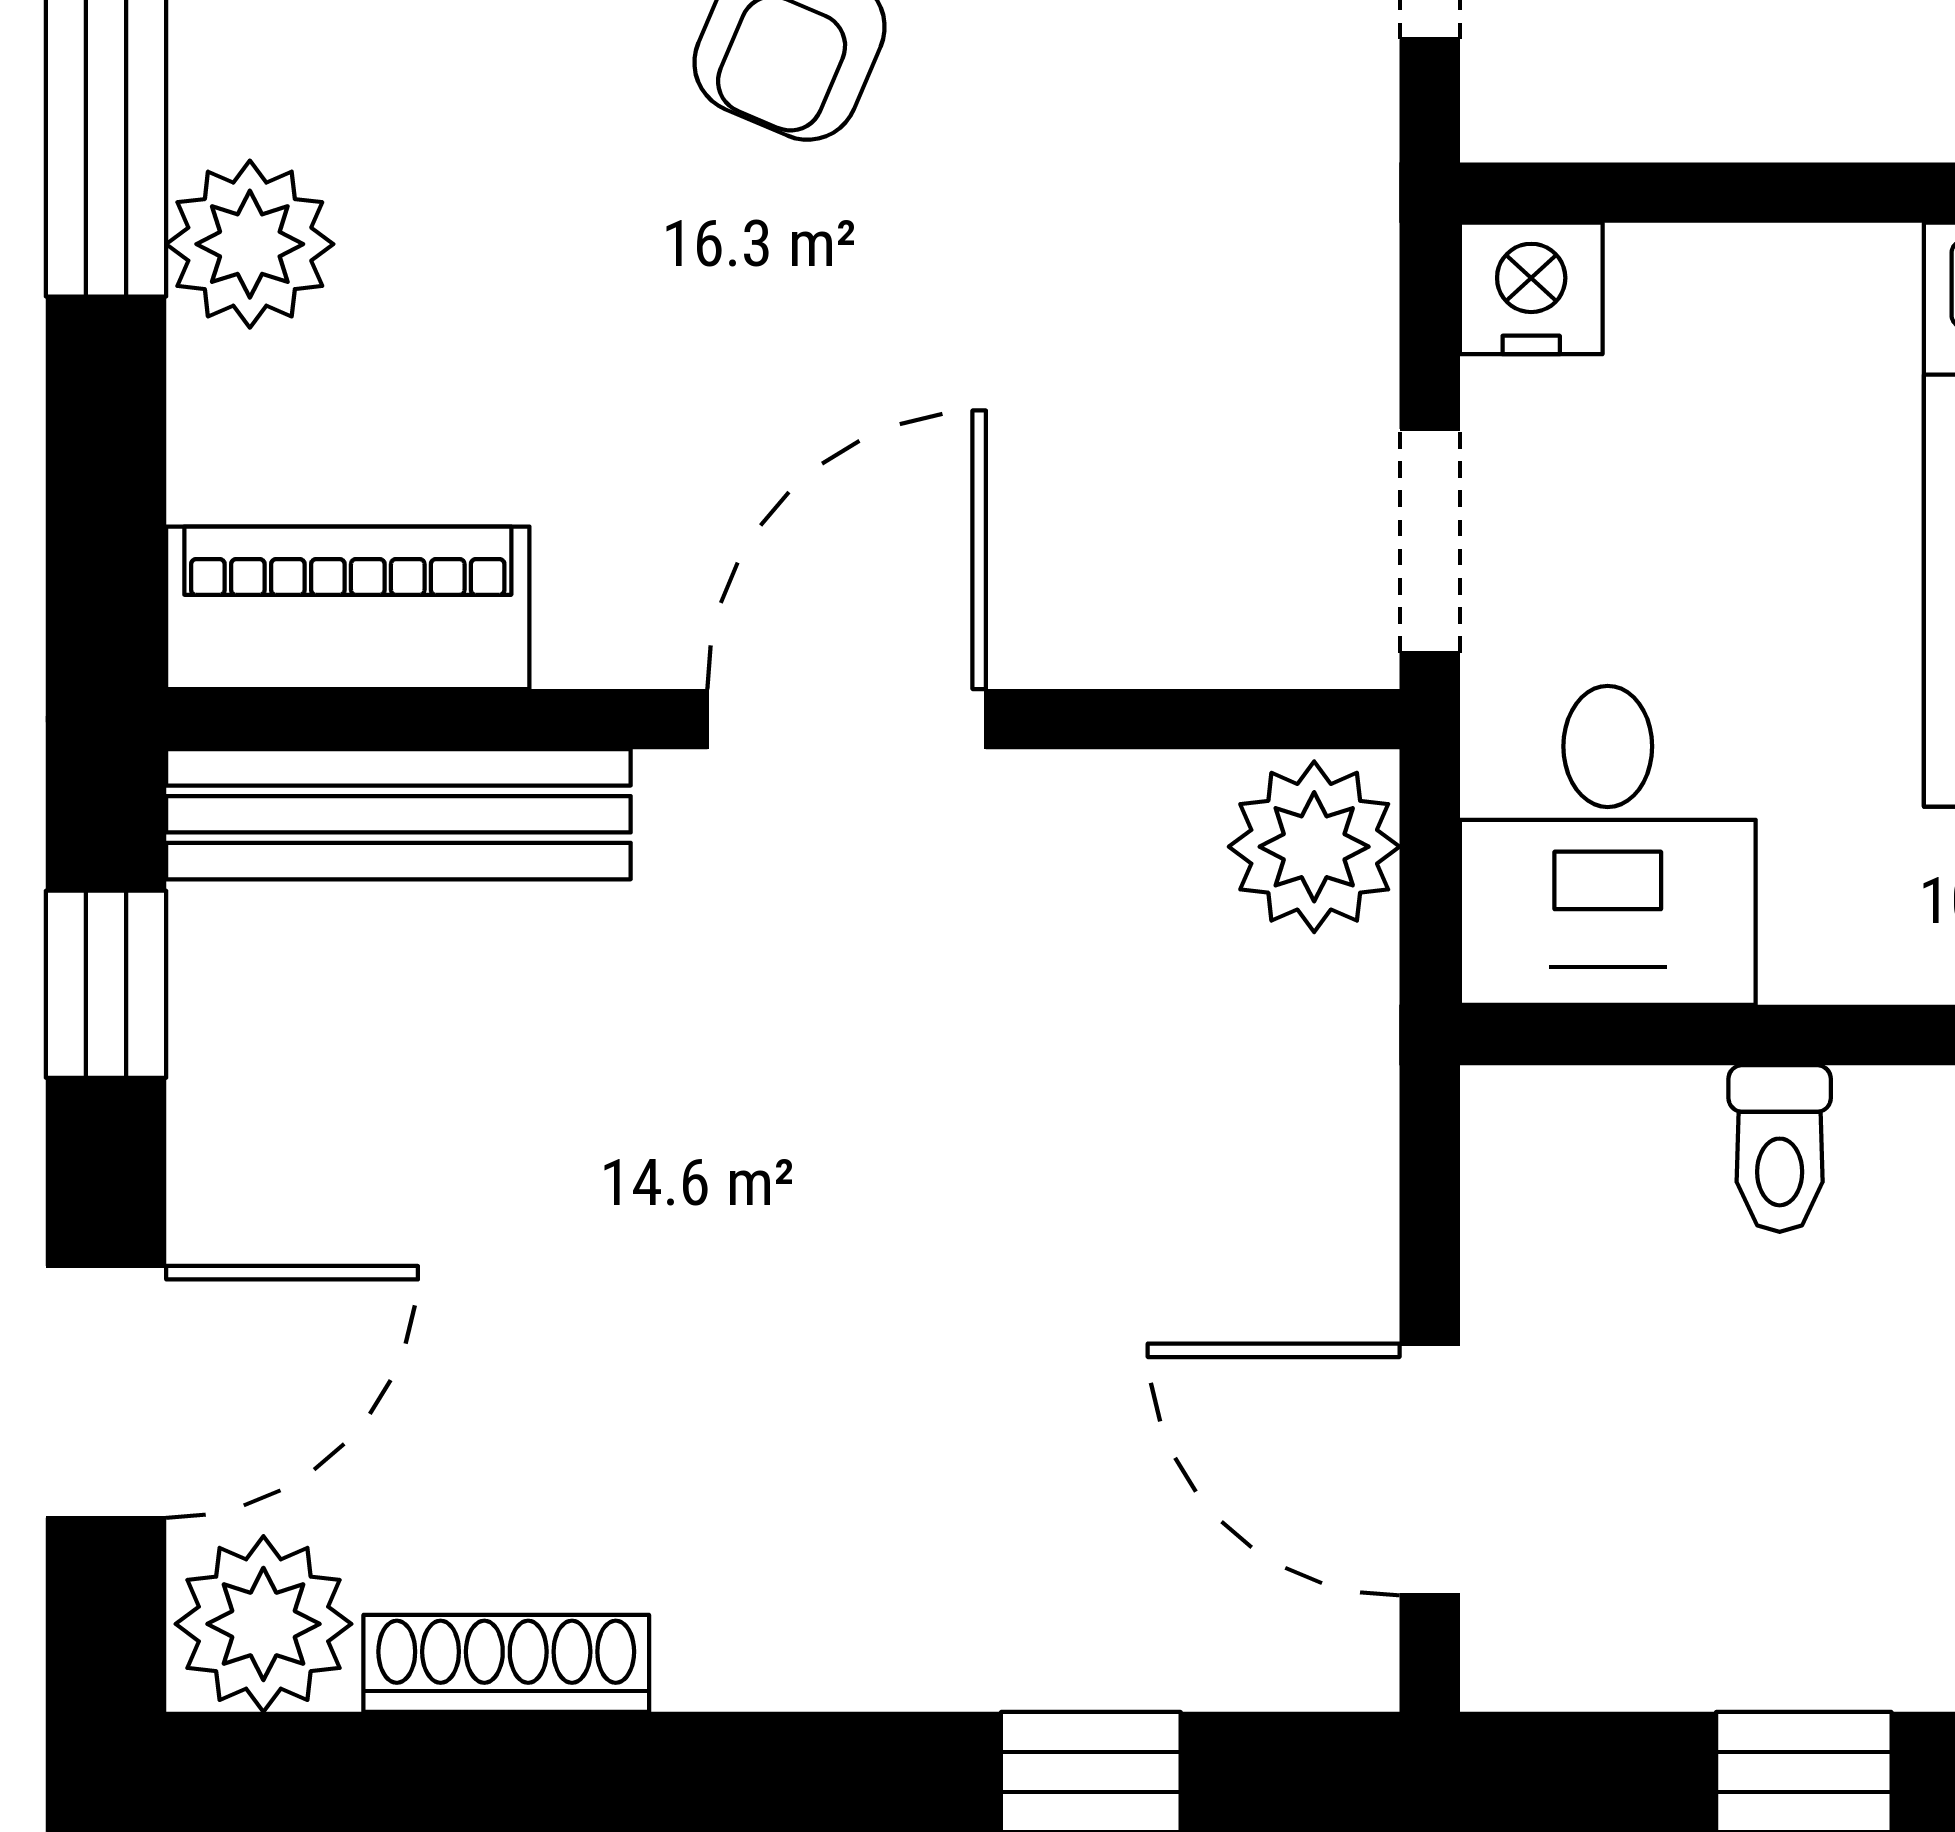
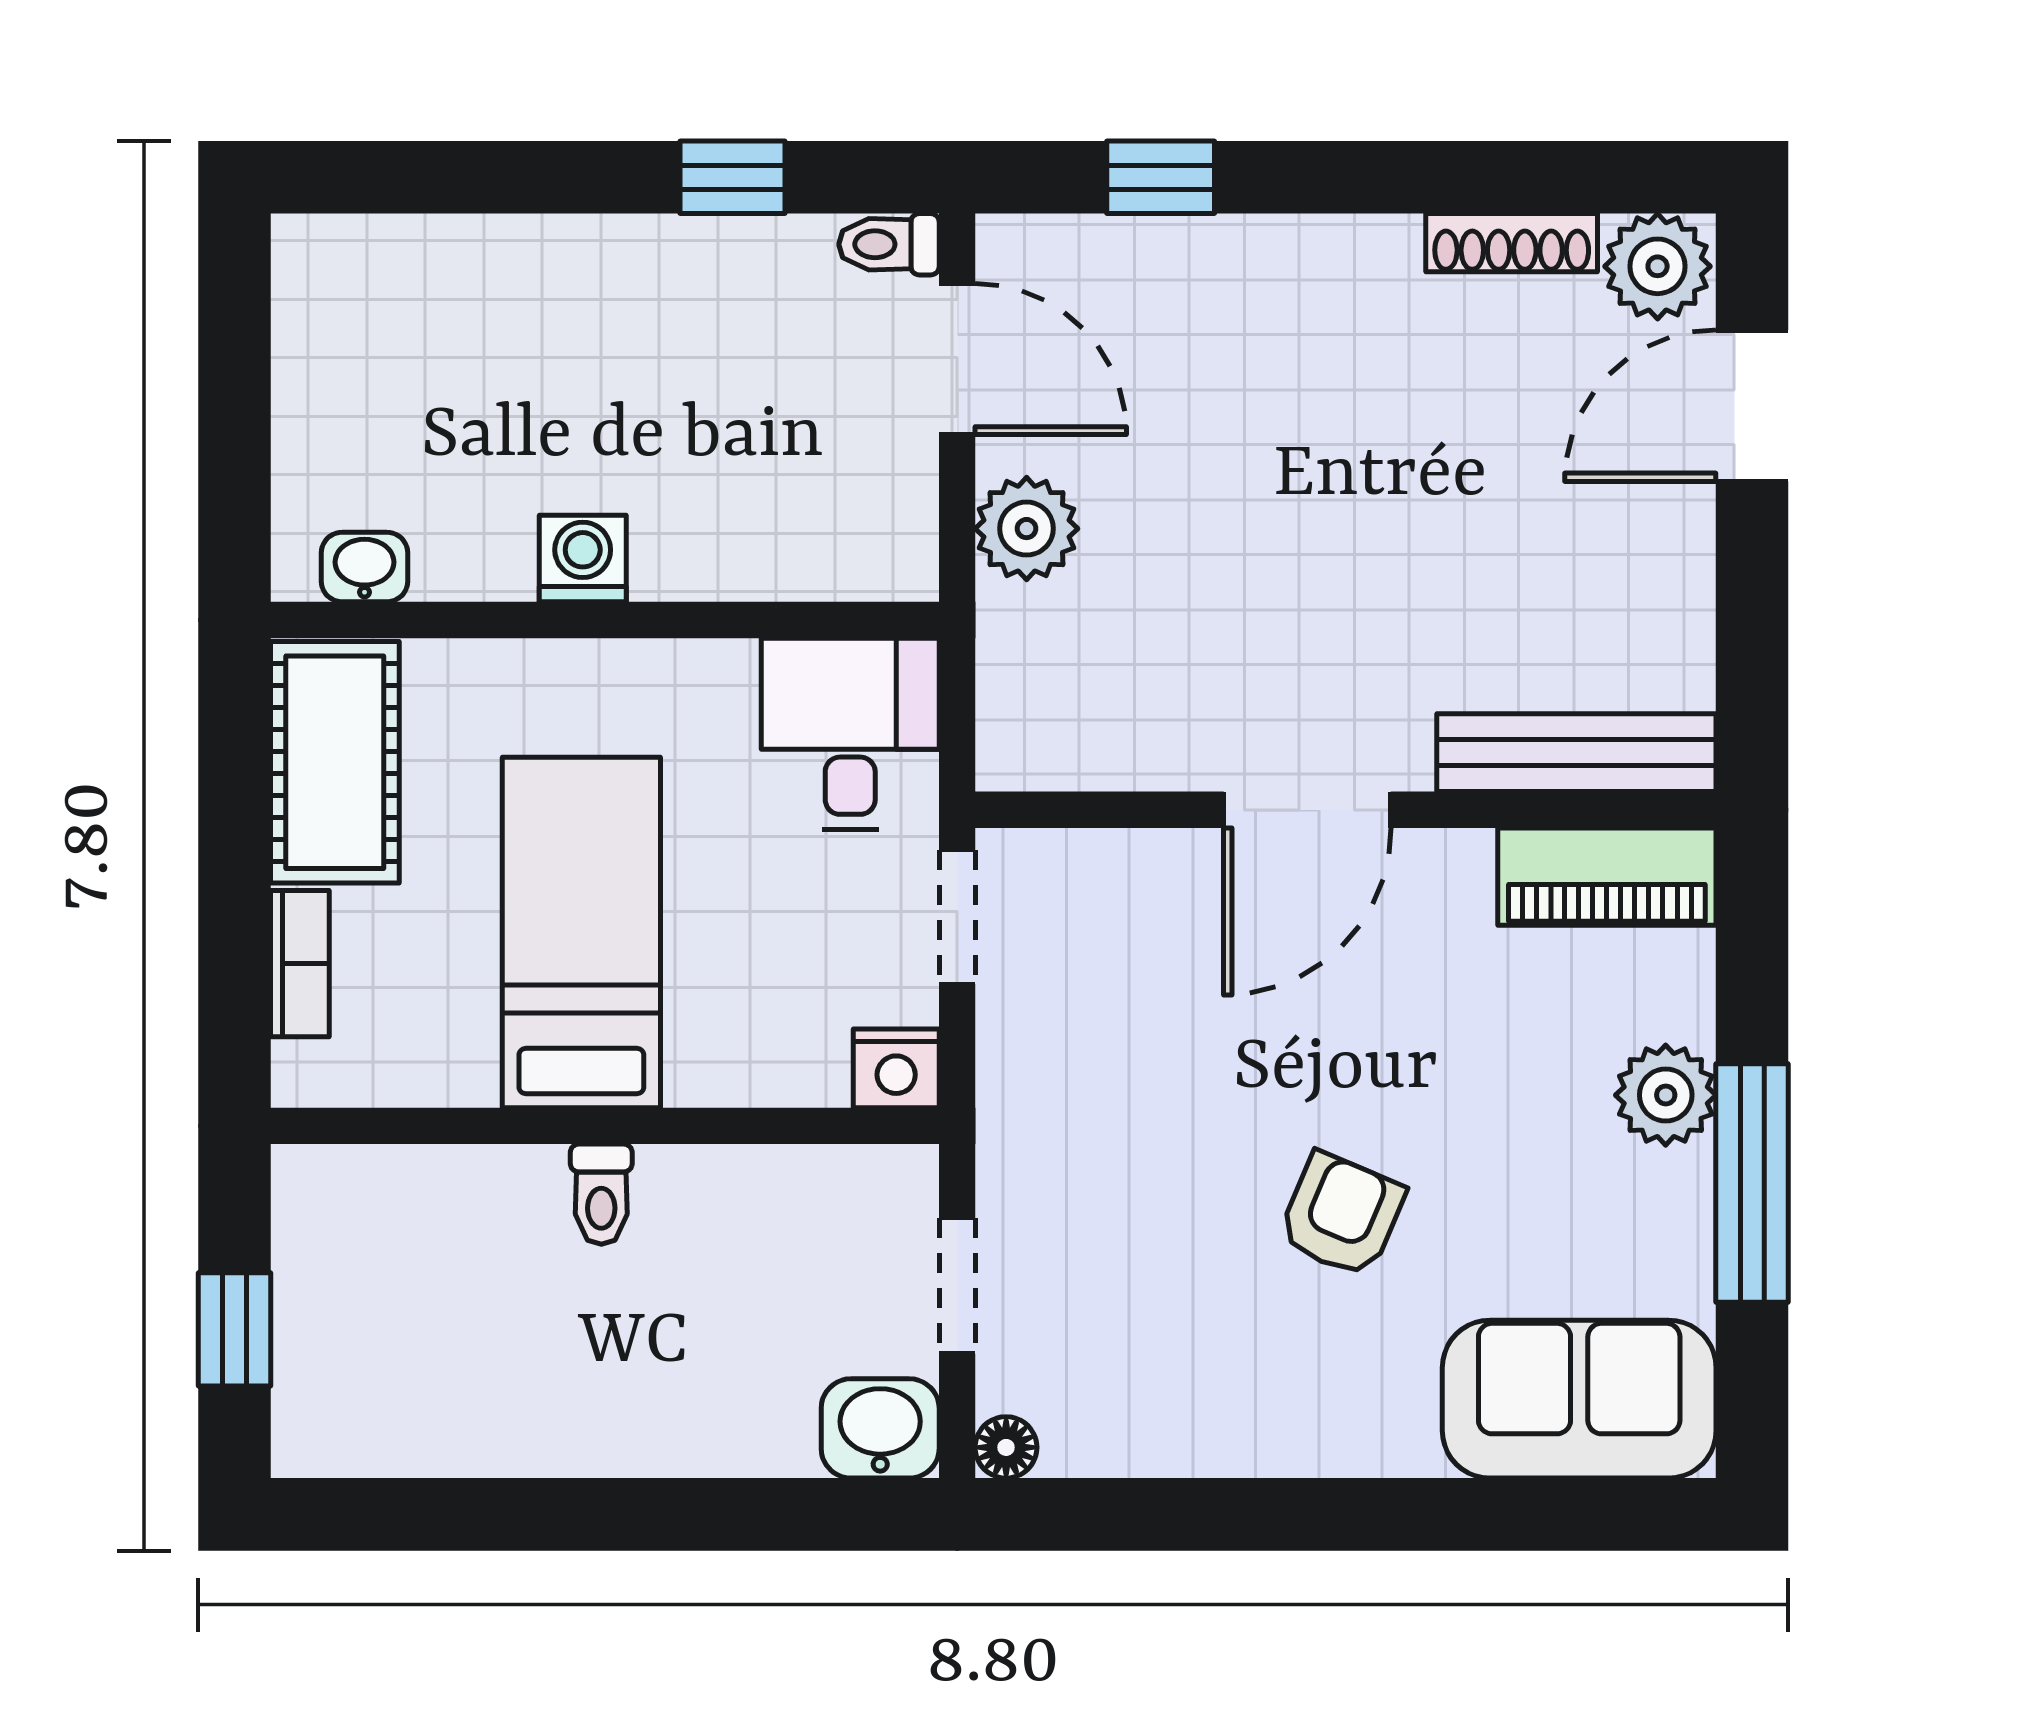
plant: (1314, 847) -> (1027, 529), moved
window: (106, 984) -> (1752, 650), removed
toilet: (1780, 1149) -> (889, 244), moved, turned -90

